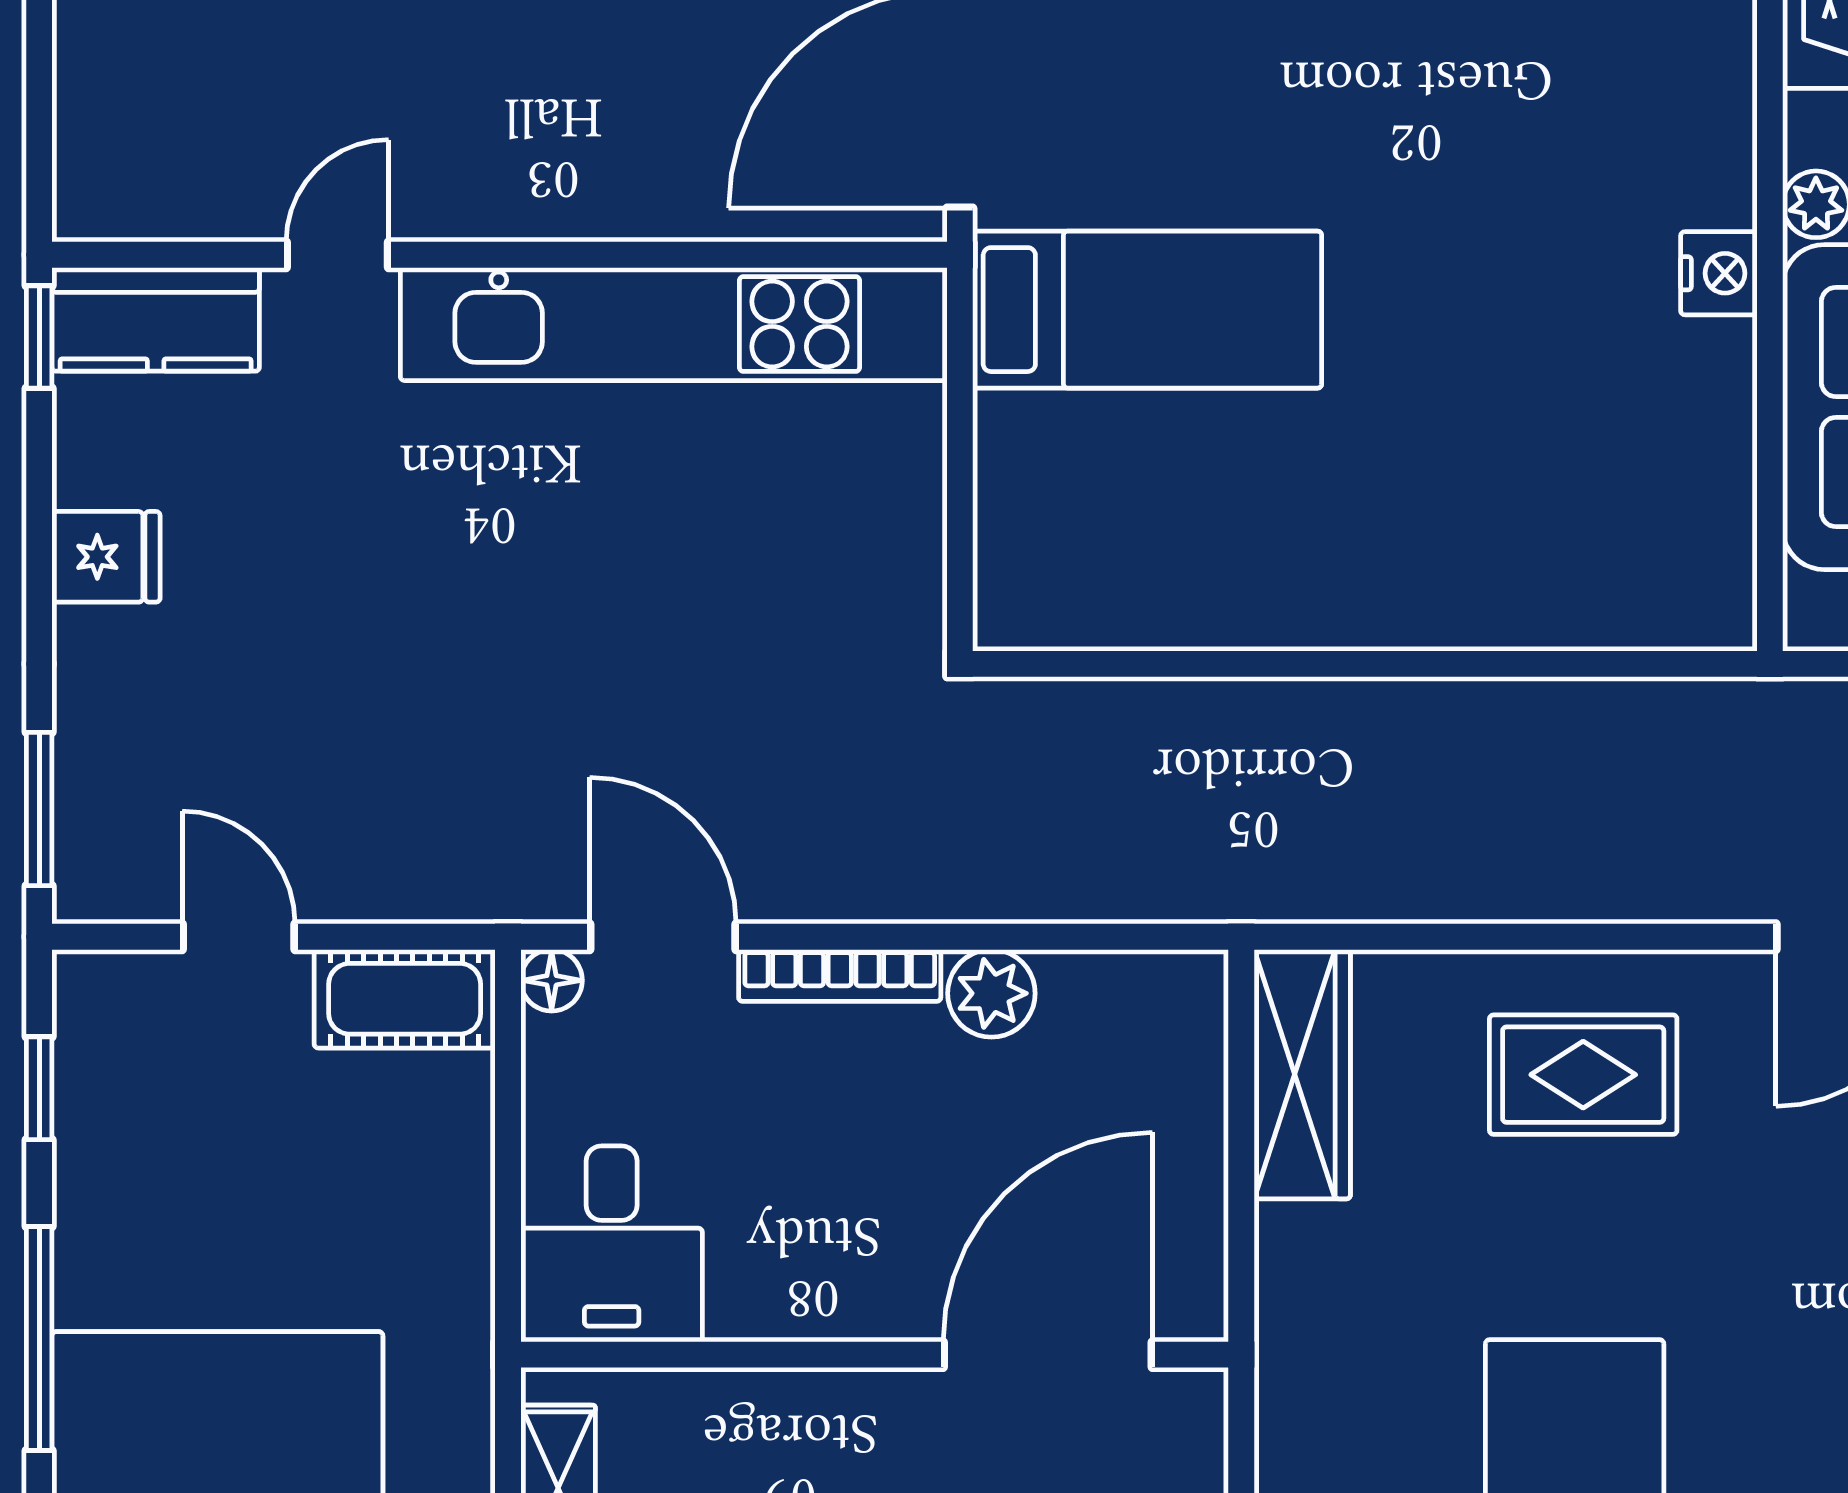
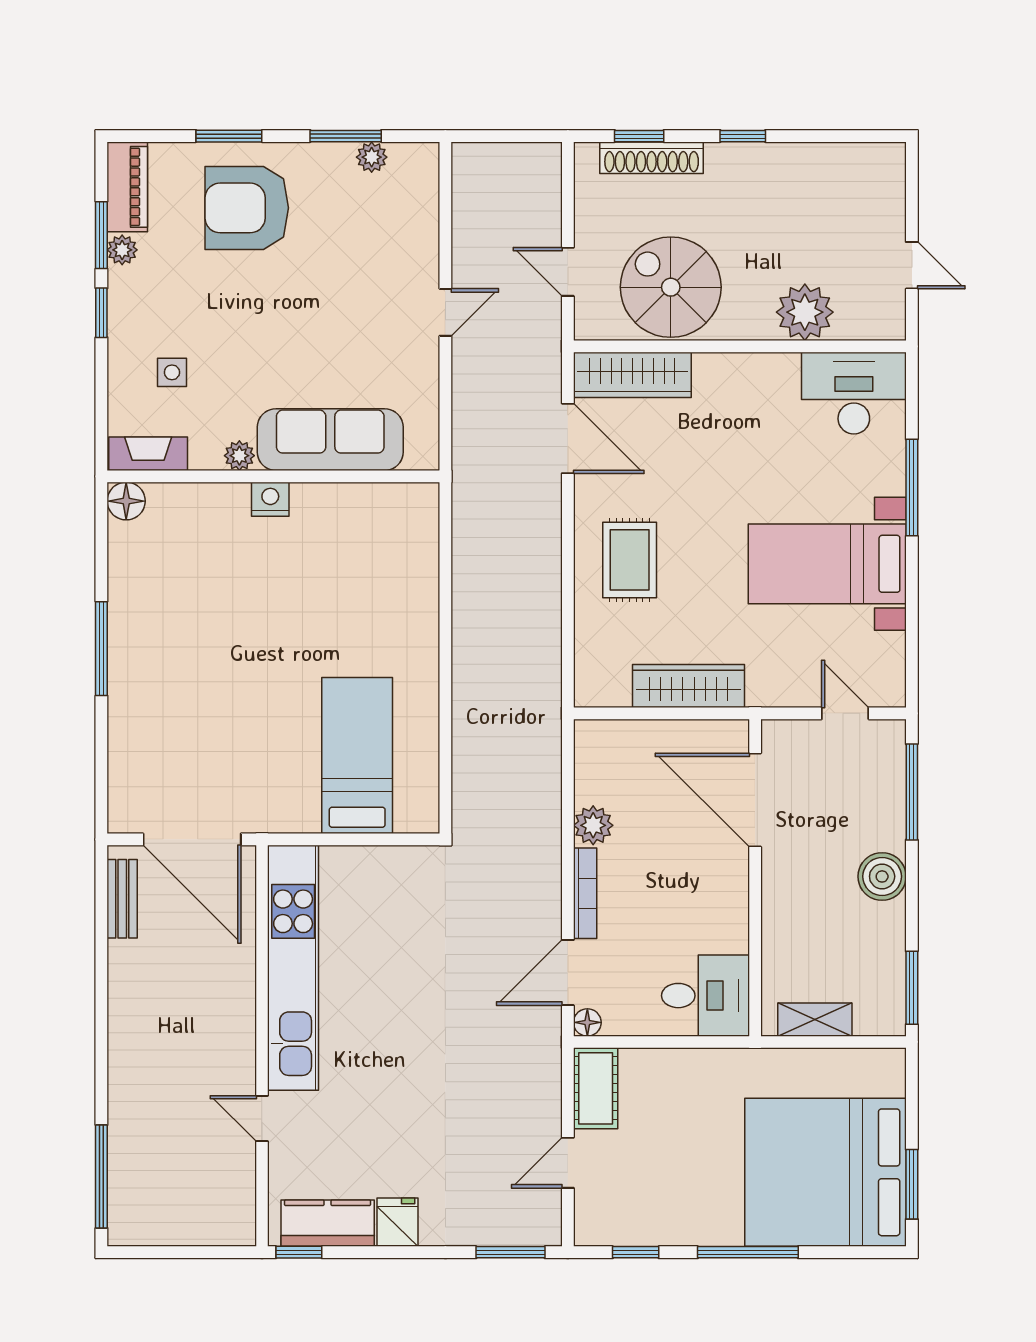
bed: (1147, 310) -> (357, 755), moved
kitchen counter: (156, 319) -> (328, 1223), moved, turned -90
wardrobe: (1302, 1074) -> (689, 686), moved

